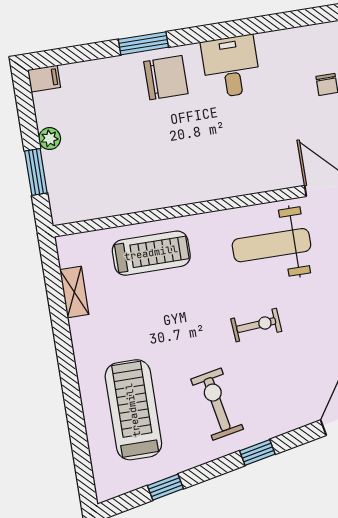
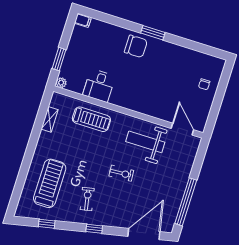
window: (143, 43) -> (153, 33), moved
desk: (231, 66) -> (99, 85), moved, turned 180
plant: (50, 139) -> (61, 83), moved
exercise bike: (217, 404) -> (87, 199), width x0.73, depth x0.72

